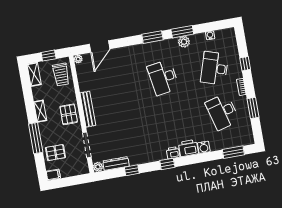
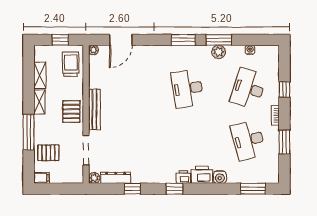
shelving: (34, 74) -> (40, 75), moved
trolley: (61, 75) -> (71, 64), turned 180

